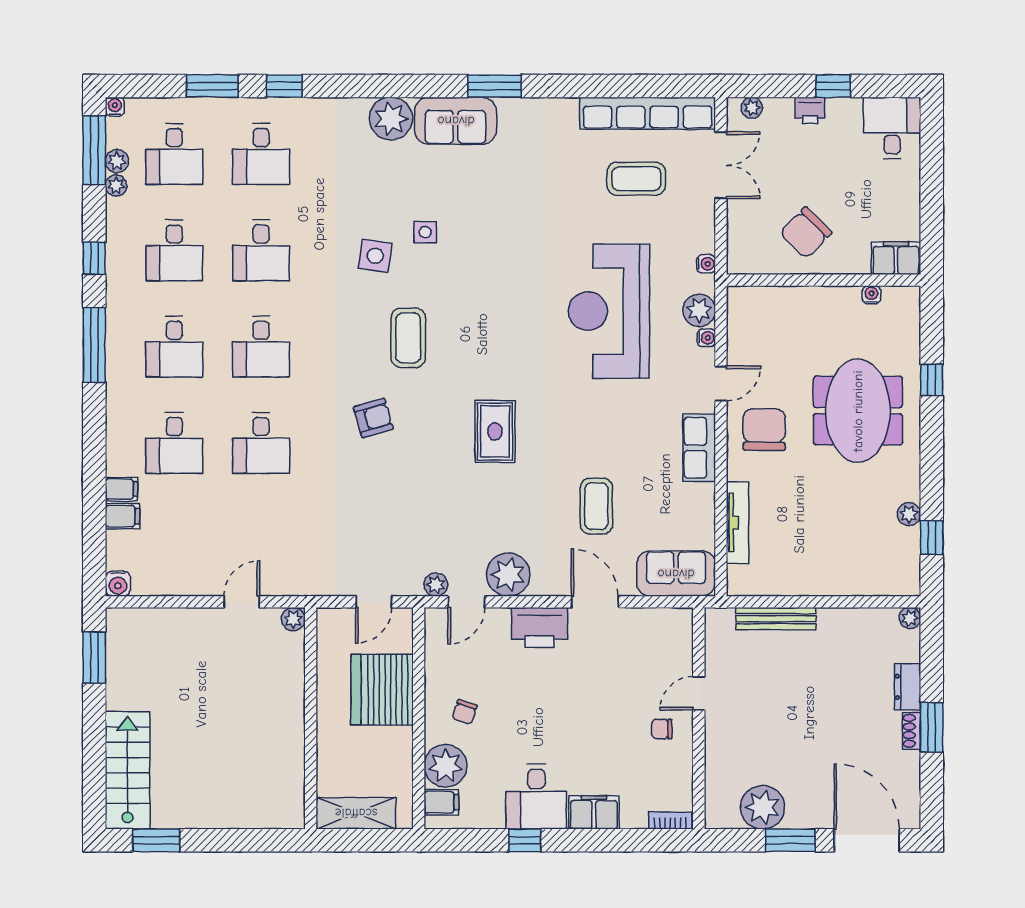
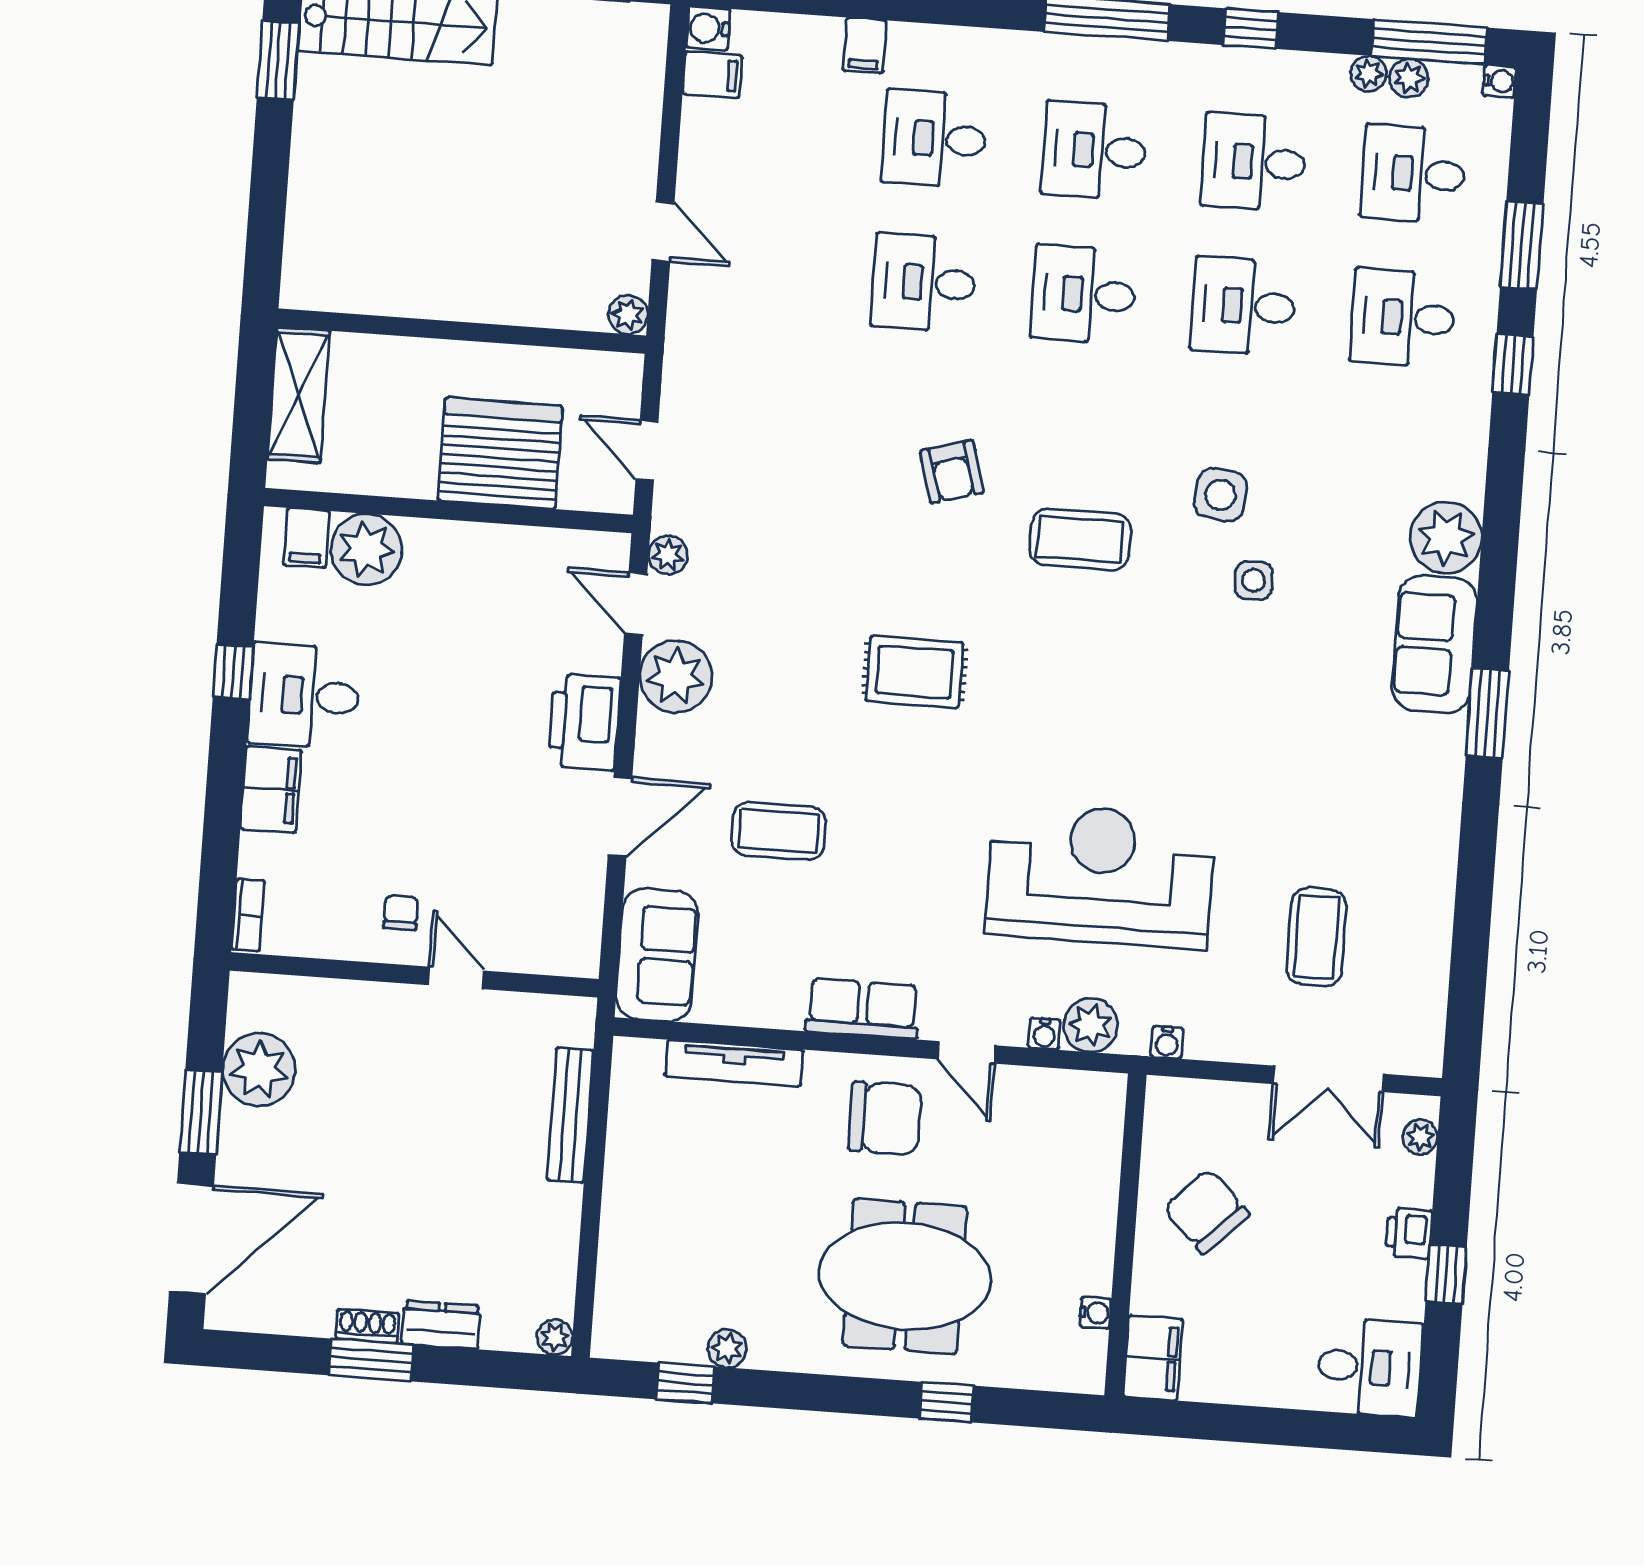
row of seats: (648, 113) -> (1424, 964), removed
filing cabinet: (122, 516) -> (712, 75), moved, turned -90
chair: (465, 712) -> (453, 587), removed

